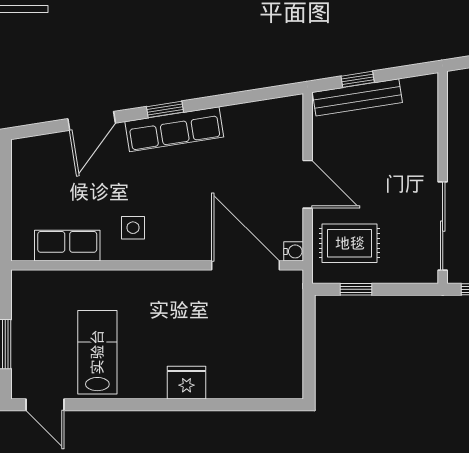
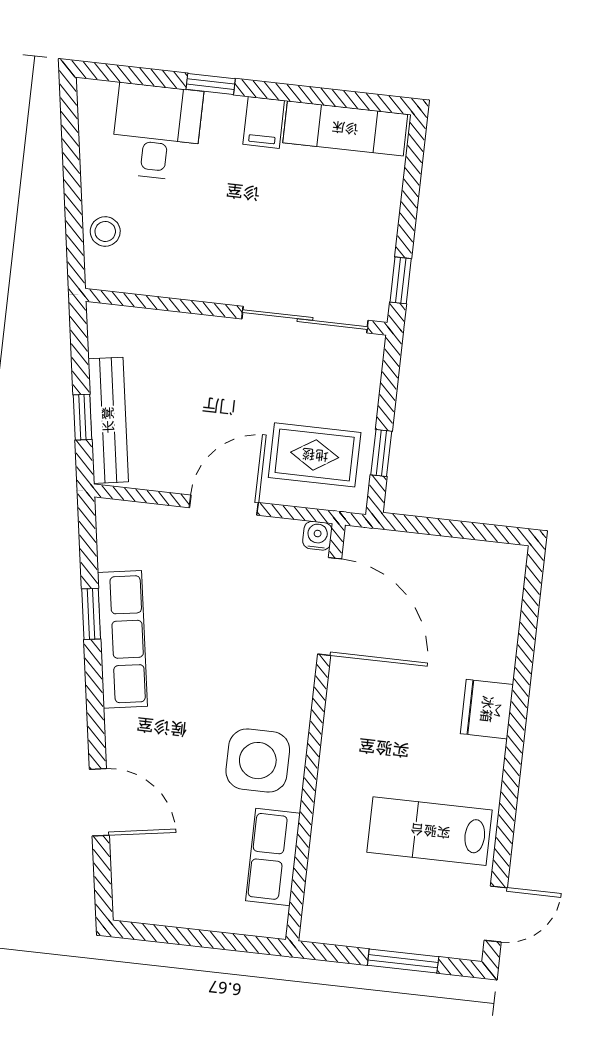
window: (165, 109) -> (91, 614), moved
row of seats: (174, 129) -> (122, 639), moved
side table: (133, 228) -> (258, 761), width x1.87, depth x1.87
rug: (350, 243) -> (315, 455), turned 90
door: (246, 265) -> (330, 606), swing flipped

